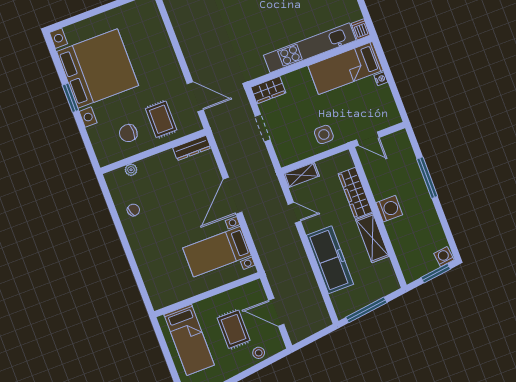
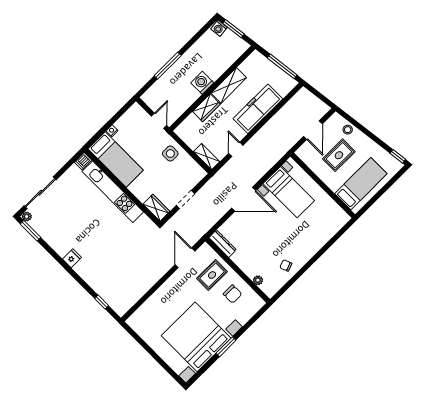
wardrobe: (355, 193) -> (206, 108), width x0.67

